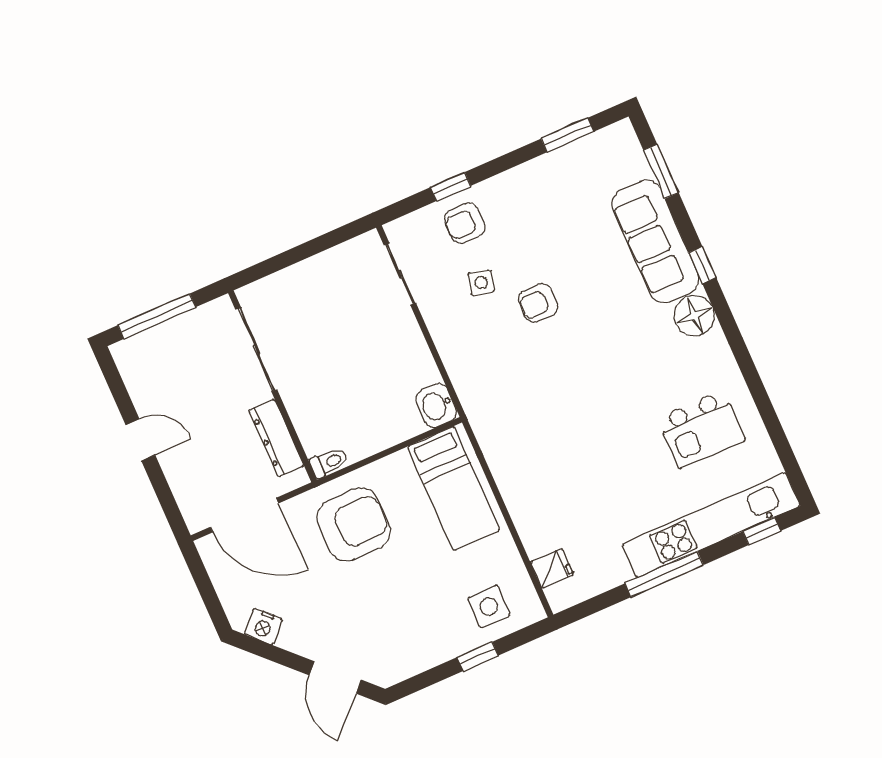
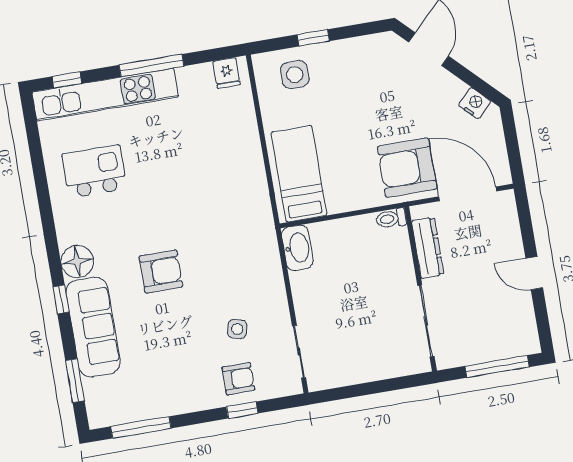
window: (567, 135) -> (141, 427), width x1.44
armchair: (538, 303) -> (161, 272), moved, width x1.38, depth x1.38
washbasin: (436, 406) -> (297, 248), width x1.38
armchair: (354, 524) -> (407, 168), moved
fridge: (552, 568) -> (227, 73), moved, turned -90

